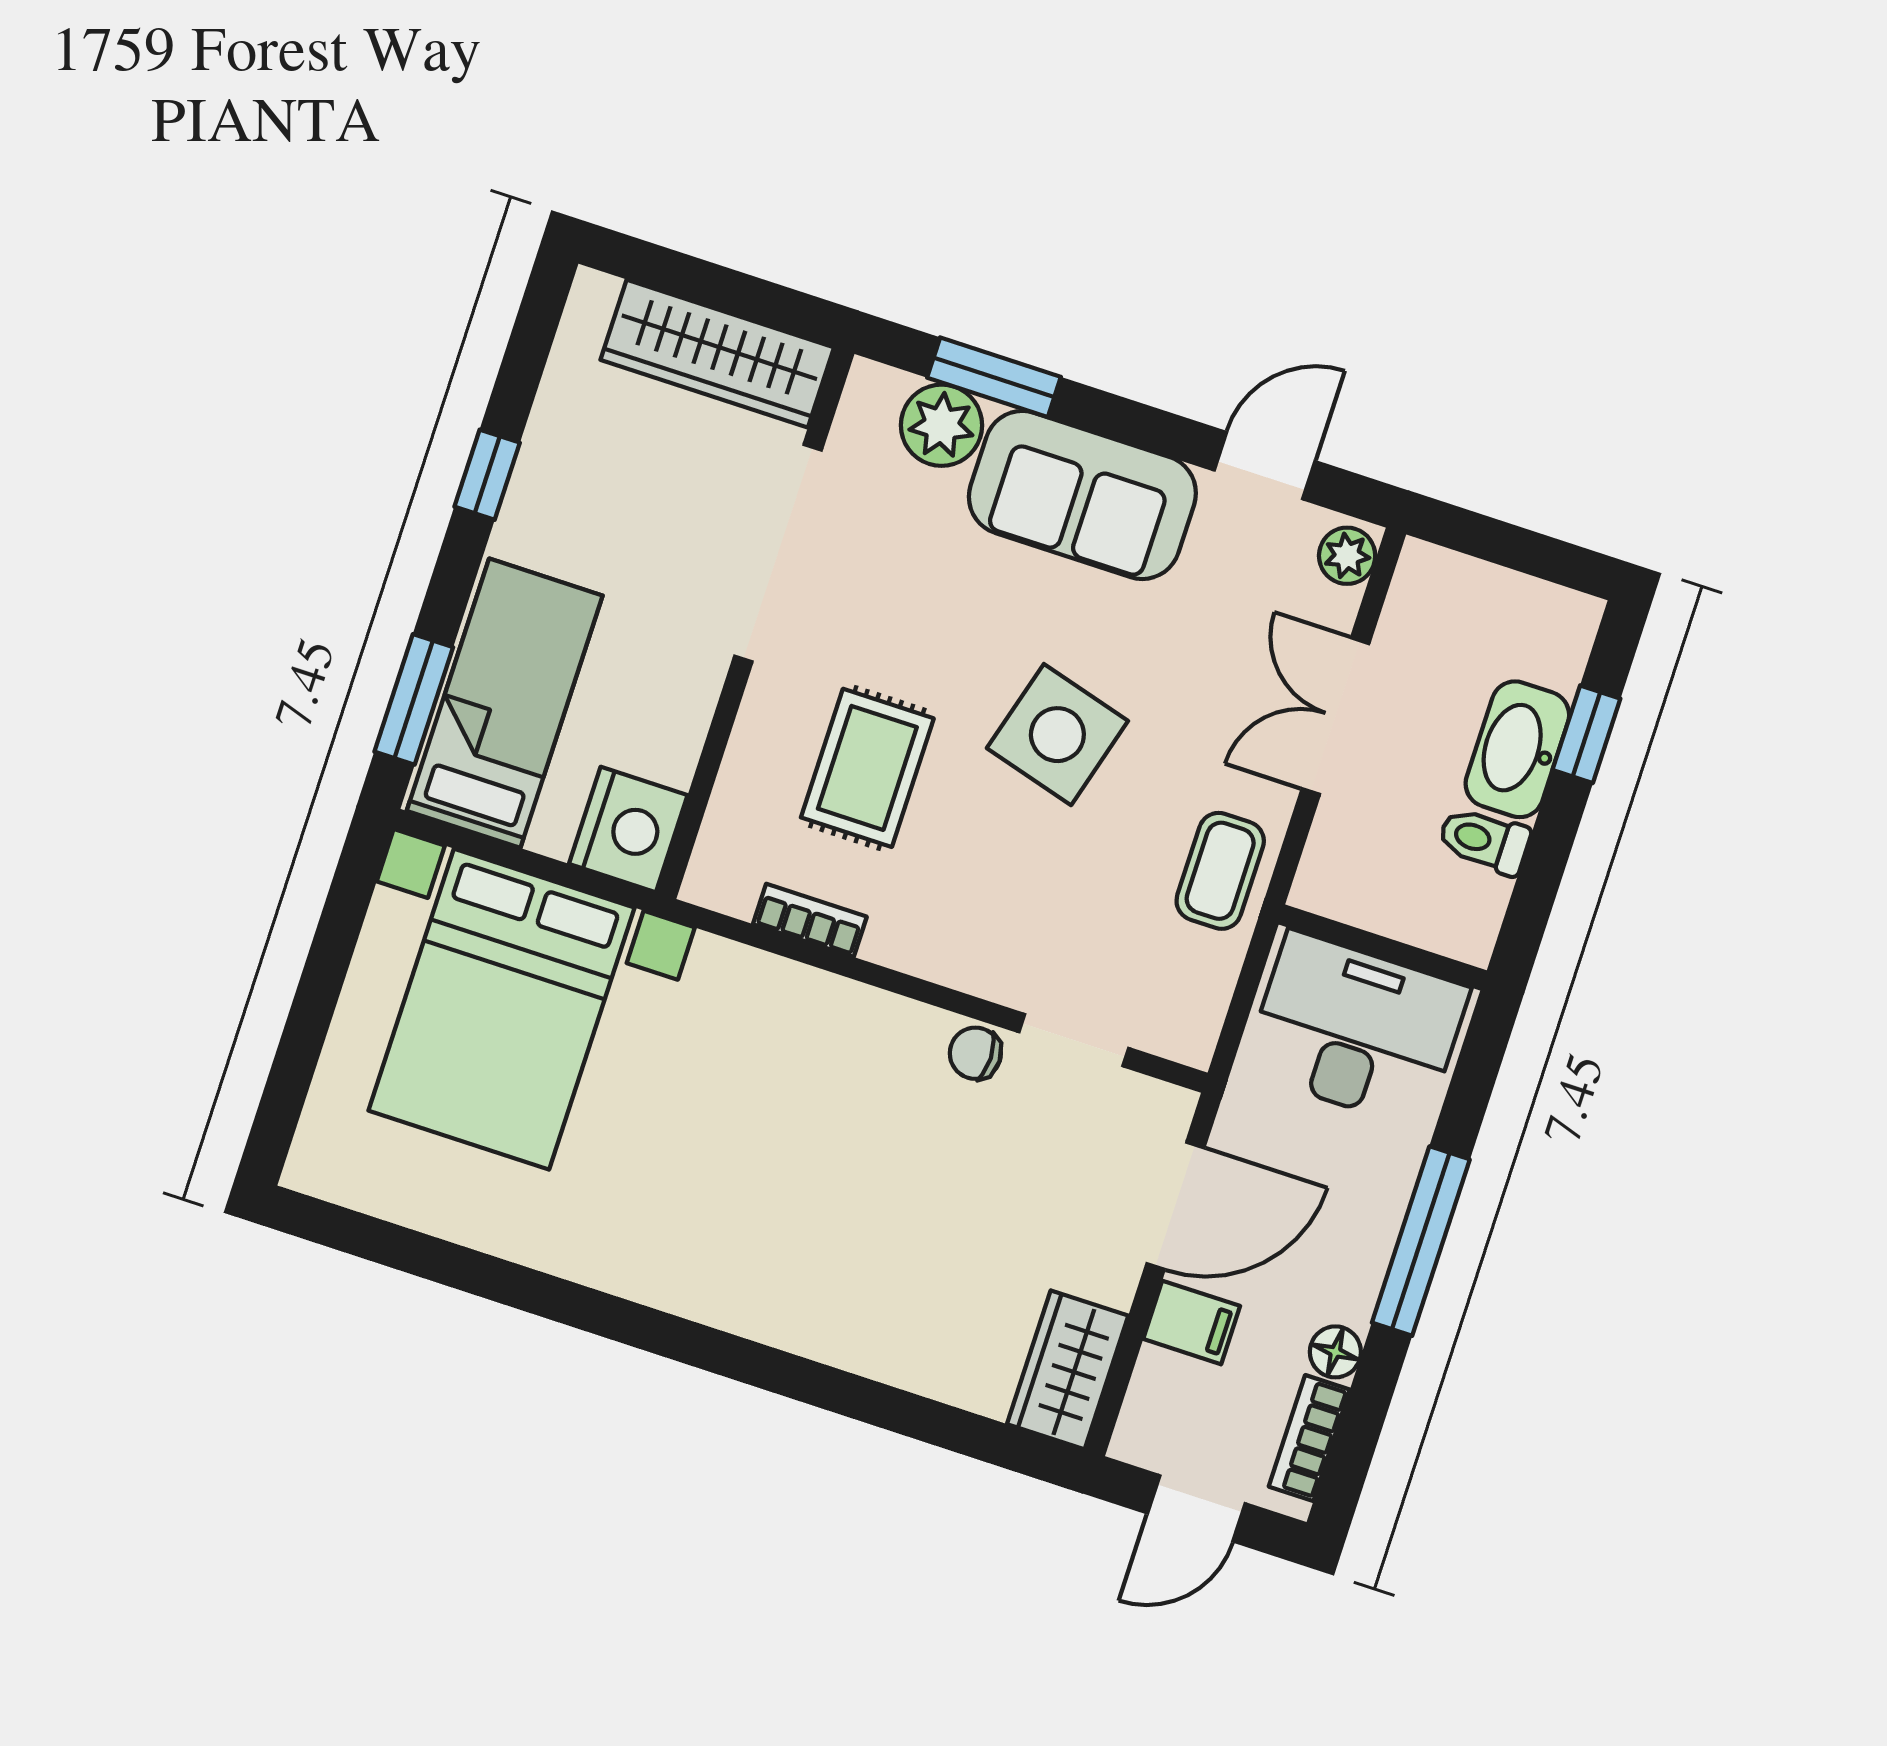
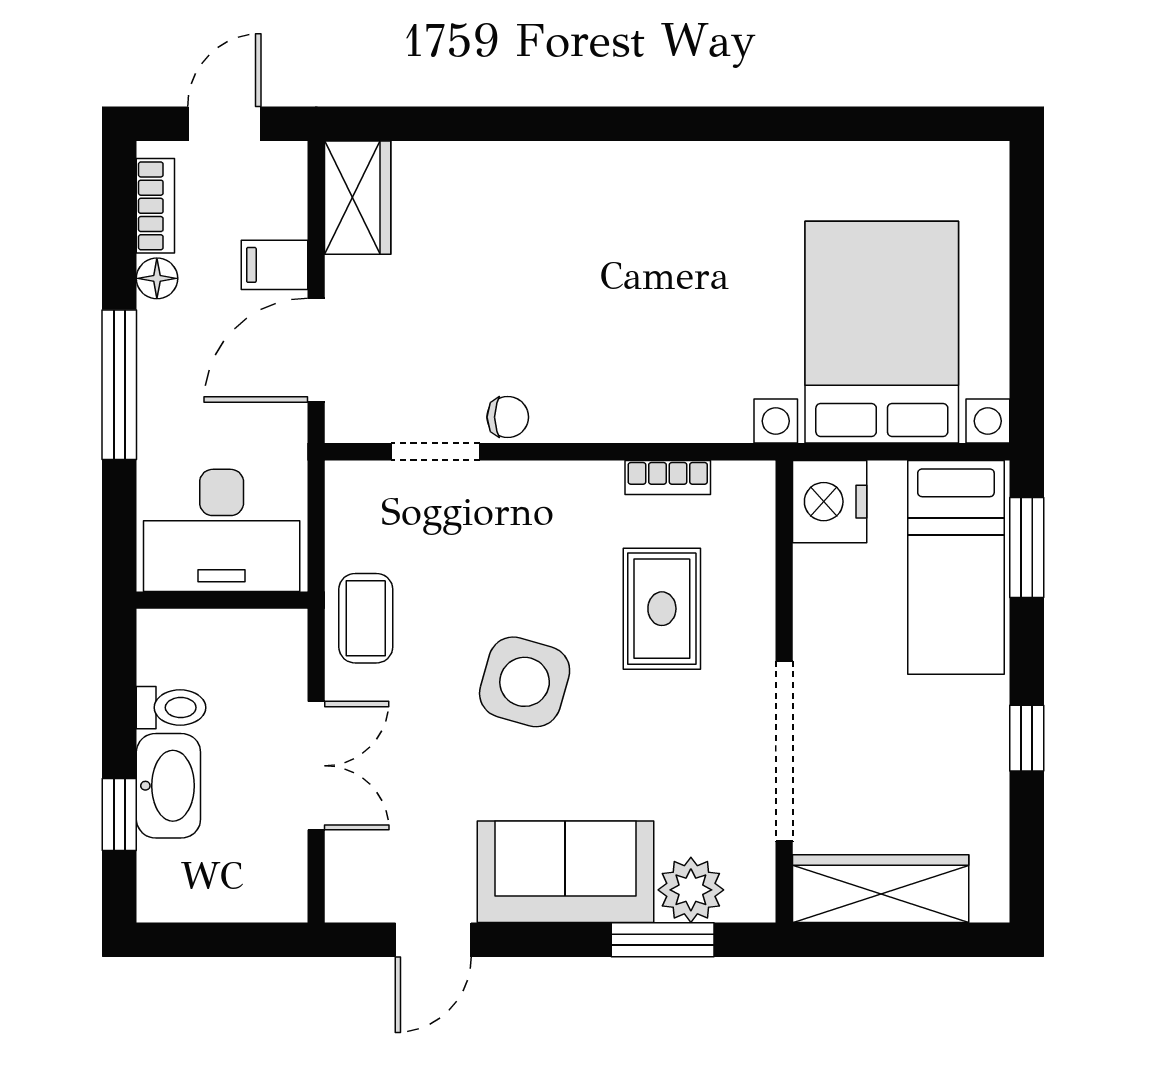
plant: (1347, 556) -> (347, 891), removed

